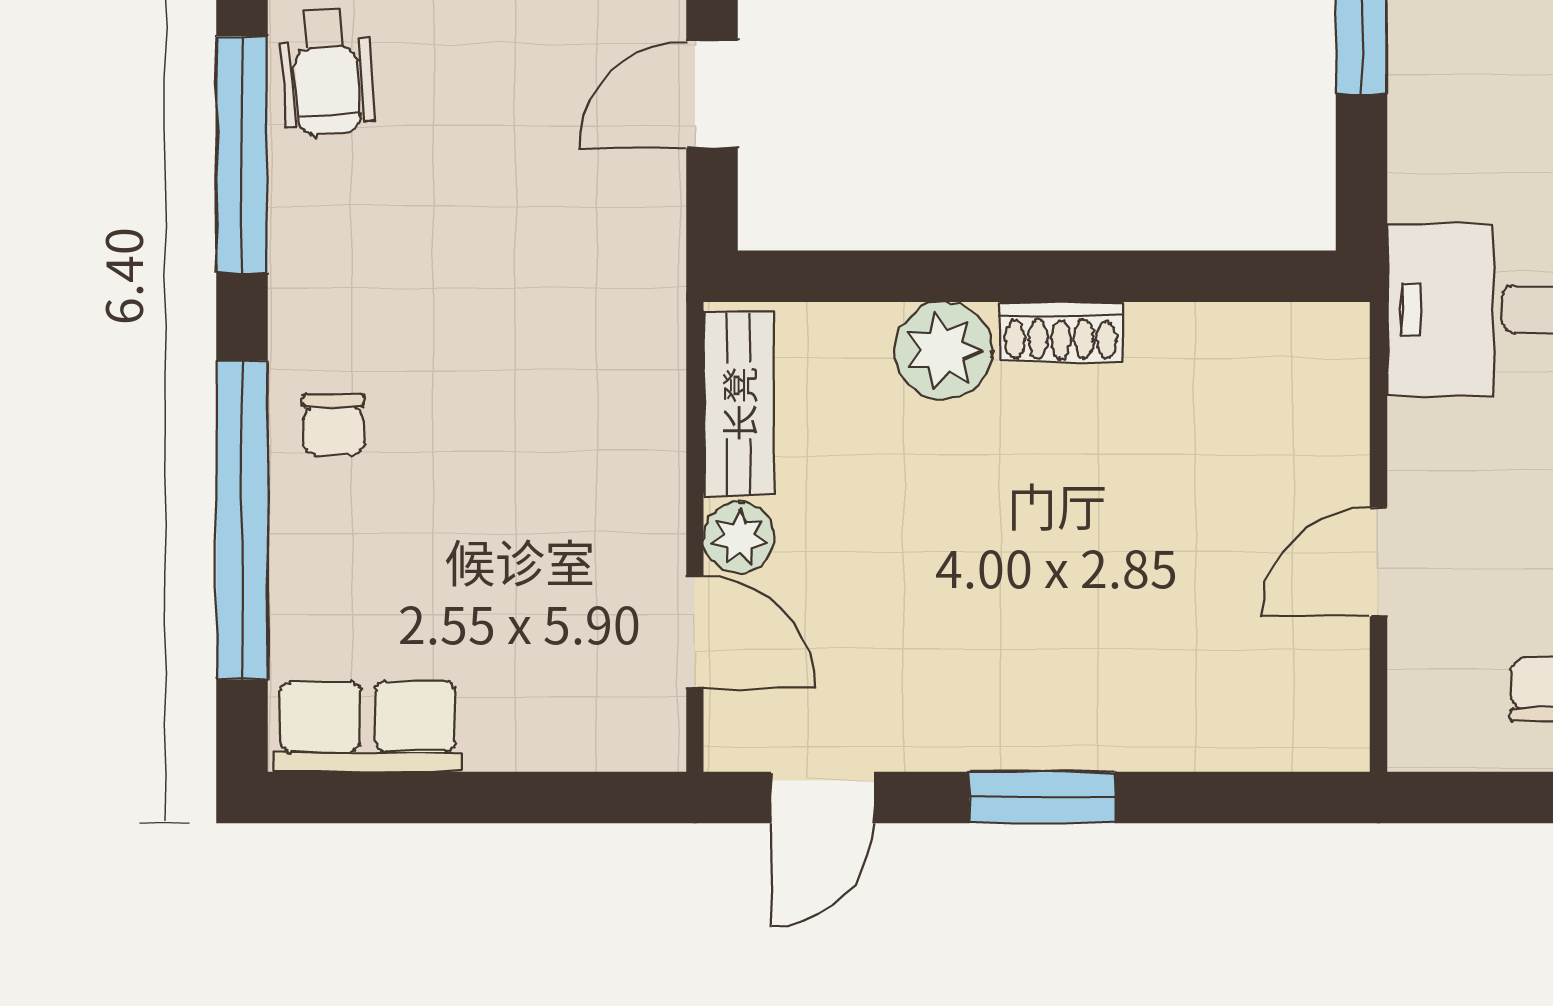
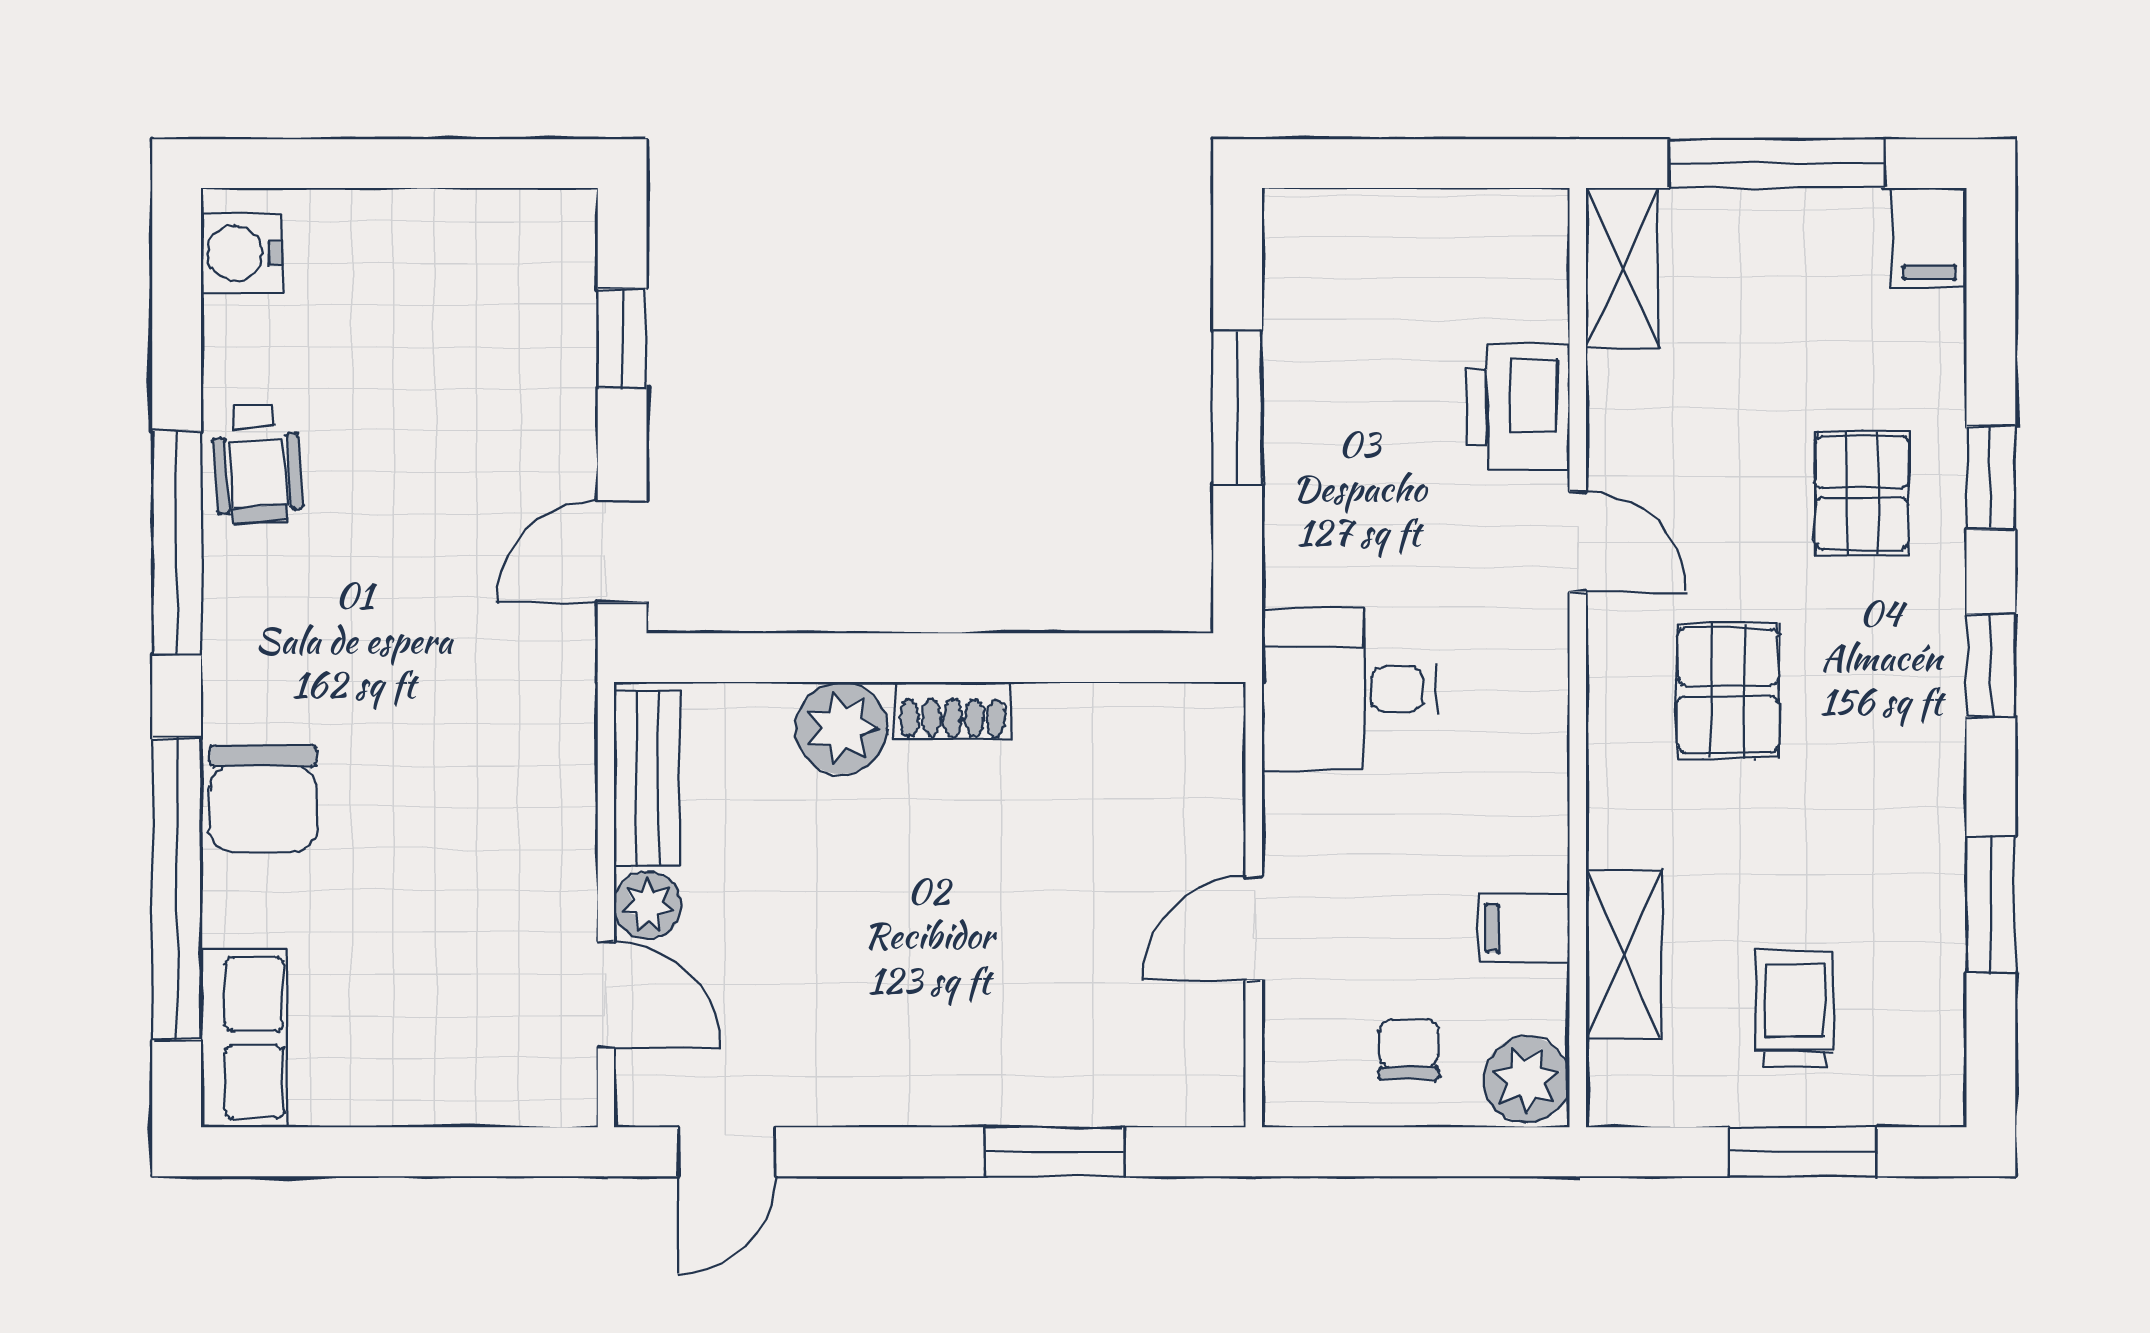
door: (712, 94) -> (622, 552), moved
chair: (333, 425) -> (263, 799), width x1.87, depth x1.87
row of seats: (368, 727) -> (244, 1038), moved, turned 90
window: (1042, 798) -> (1055, 1152), moved

